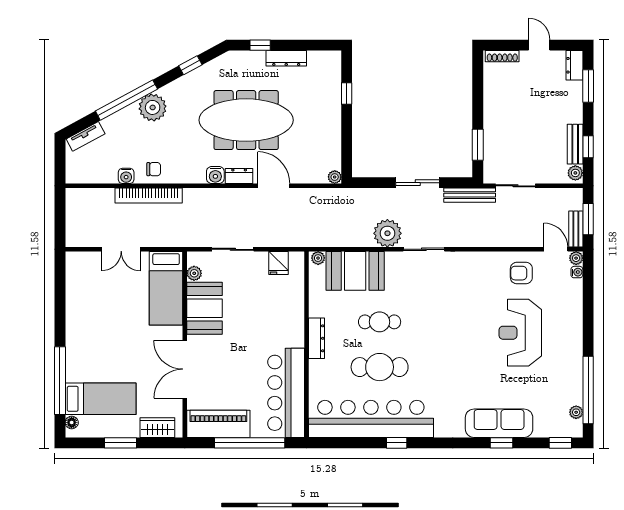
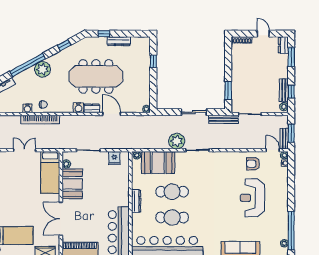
double door: (121, 249) -> (24, 150), swing flipped
cafe table: (380, 322) -> (172, 192), width x1.37, depth x1.35

